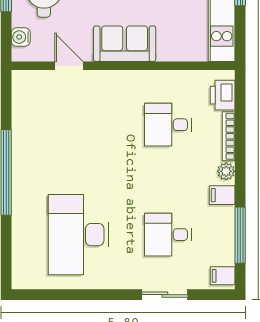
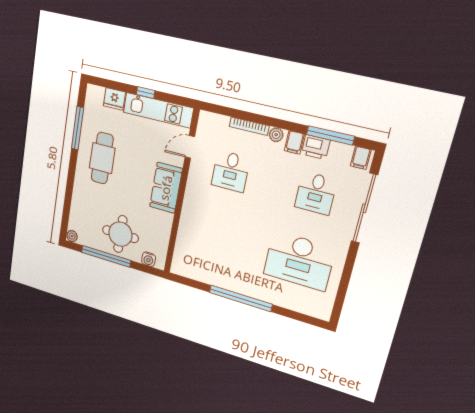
door: (69, 66) -> (190, 147), moved
printer: (223, 95) -> (316, 147), moved
sliding door: (165, 295) -> (364, 208), width x1.86

